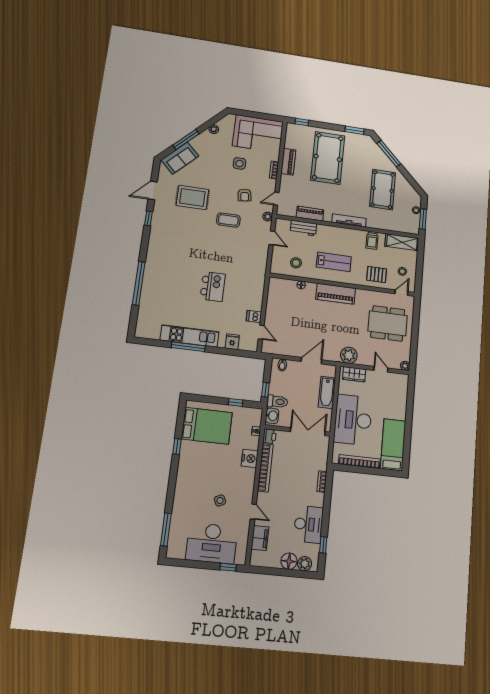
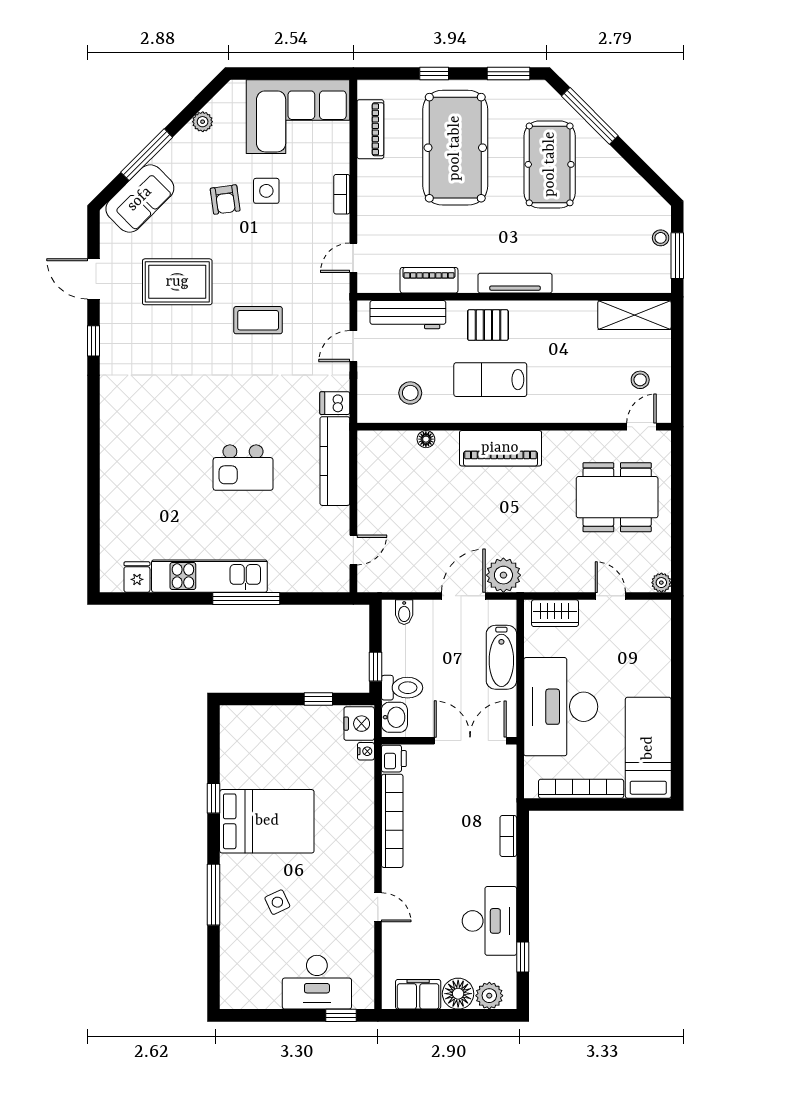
window: (302, 122) -> (434, 74), moved
piano: (288, 162) -> (370, 129), moved
door: (153, 190) -> (93, 279), hinge flipped
pool table: (383, 190) -> (550, 164), moved
armchair: (245, 195) -> (225, 200), moved
plant: (268, 217) -> (340, 300), removed
workbench: (303, 228) -> (408, 315), width x1.38
door: (272, 238) -> (353, 346), swing flipped
trolley: (372, 241) -> (569, 322), removed
lab bench: (334, 262) -> (490, 380), turned 180
pallet: (377, 275) -> (488, 325), moved
window: (139, 283) -> (93, 481), removed
kitchen island: (213, 287) -> (243, 468), turned 90
kitchen counter: (257, 289) -> (335, 461), added
dishwasher: (254, 316) -> (335, 403), moved
door: (261, 332) -> (353, 550), hinge flipped
fridge: (232, 342) -> (137, 577), moved
window: (188, 347) -> (246, 598), moved
plant: (349, 355) -> (503, 575), moved
bed: (207, 426) -> (267, 821), moved
nightstand: (250, 458) -> (359, 724), moved
side table: (220, 500) -> (277, 902), moved
window: (166, 530) -> (214, 895), moved
filing cabinet: (260, 538) -> (418, 994), moved, turned -90
desk: (212, 543) -> (317, 982), width x0.73, depth x0.77

